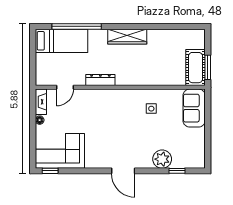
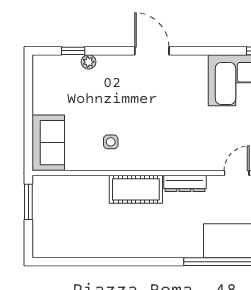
wardrobe: (127, 37) -> (146, 247), removed
cot: (196, 68) -> (136, 189), moved, turned 90
plant: (162, 159) -> (89, 62), width x0.53, depth x0.53

